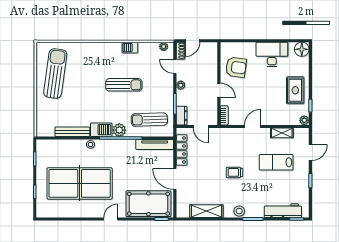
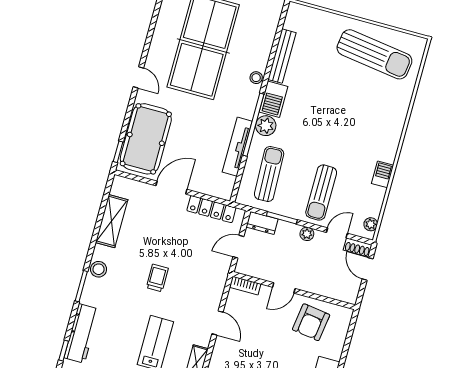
sun lounger: (124, 85) -> (321, 193), moved
tv unit: (155, 144) -> (237, 147), moved

